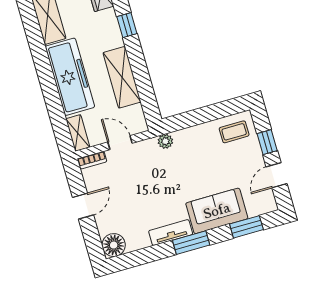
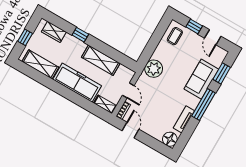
plant: (165, 141) -> (154, 69), width x1.87, depth x1.87
door: (120, 143) -> (128, 90), swing flipped
door: (83, 206) -> (130, 130), moved
tv unit: (171, 233) -> (184, 119), moved
window: (191, 243) -> (204, 105), width x1.44

